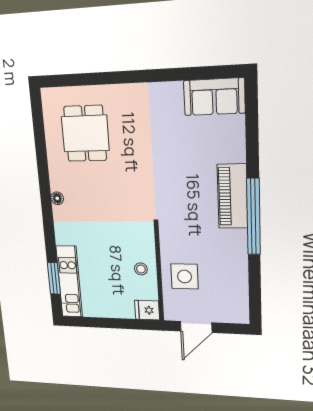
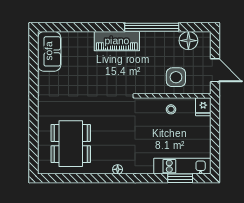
dining table: (85, 133) -> (71, 144), width x1.37
window: (254, 217) -> (152, 27), moved
floor lamp: (236, 294) -> (188, 41), added

